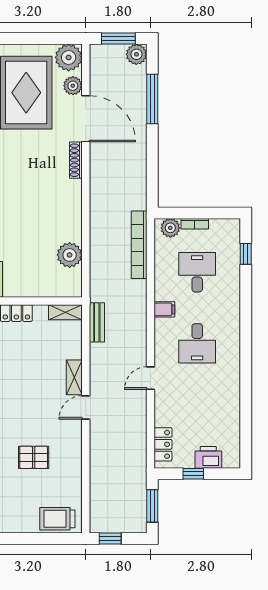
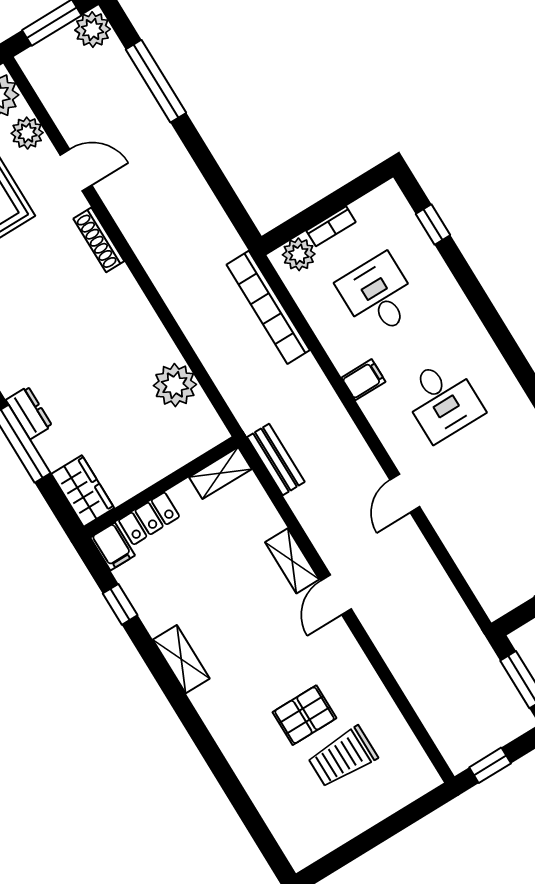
door: (86, 119) -> (76, 170), width x0.53
locker: (163, 444) -> (483, 579), removed
trolley: (57, 519) -> (343, 757), moved

